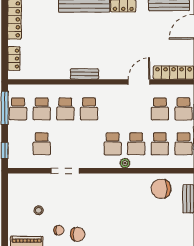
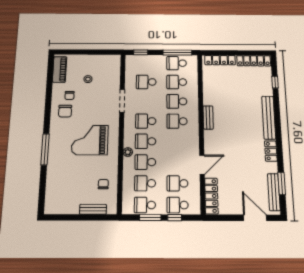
locker: (14, 59) -> (220, 60), width x1.53
door: (139, 82) -> (202, 165), hinge flipped
school desk: (89, 144) -> (146, 121), added
chair: (161, 189) -> (103, 184), width x0.54, depth x0.54
grand piano: (111, 205) -> (90, 140), added

